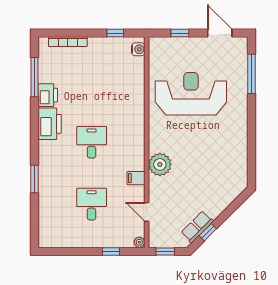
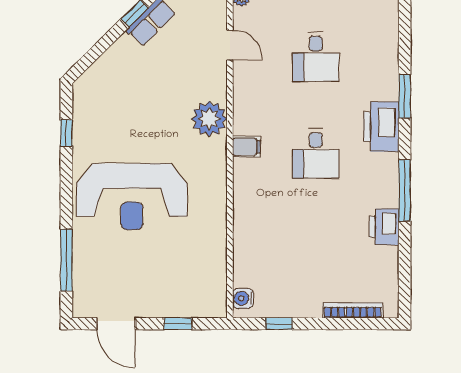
window: (35, 77) -> (405, 190), moved
reception desk: (191, 94) -> (132, 197), moved
printer: (50, 124) -> (381, 127), moved
window: (251, 155) -> (66, 133), added
filing cabinet: (136, 178) -> (246, 147), moved

